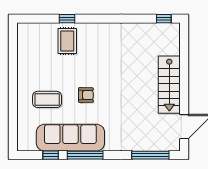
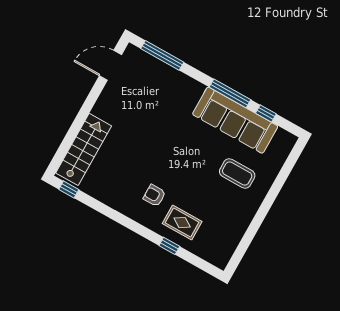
rug: (67, 41) -> (182, 223), turned 90
stairs: (169, 85) -> (84, 149), moved
armchair: (86, 95) -> (154, 195), moved

